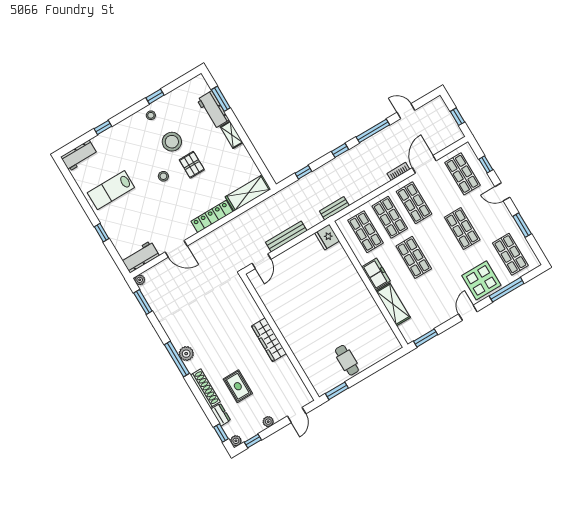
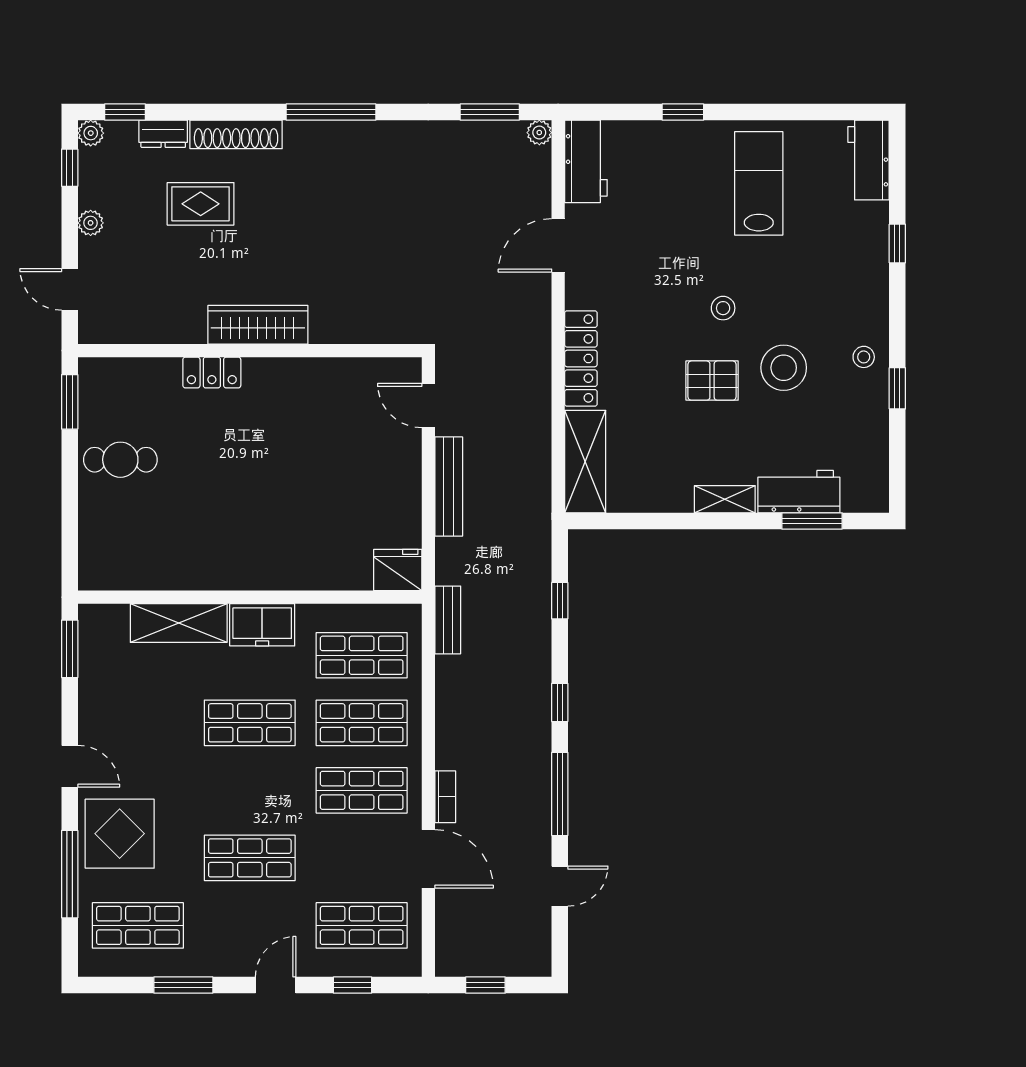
locker: (296, 346) -> (212, 373), added
plant: (186, 354) -> (331, 138), removed

